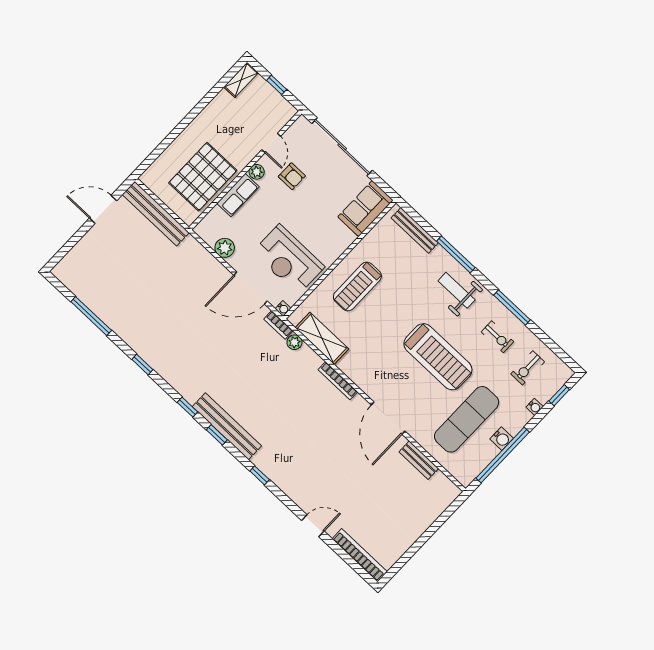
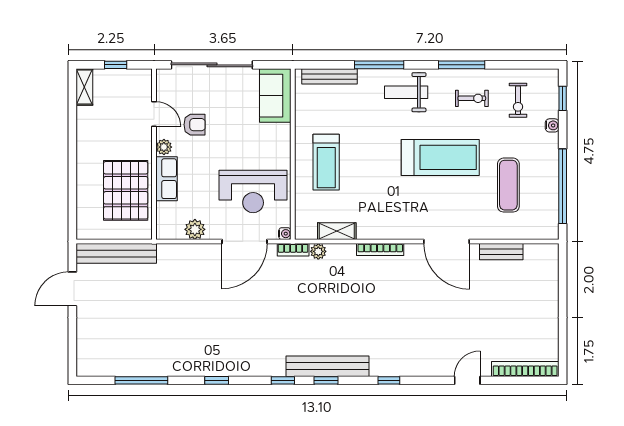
shelving: (322, 338) -> (337, 231), width x0.67, depth x0.75
exercise mat: (467, 419) -> (508, 185), width x0.73, depth x0.69
water cooler: (502, 439) -> (550, 174), removed

